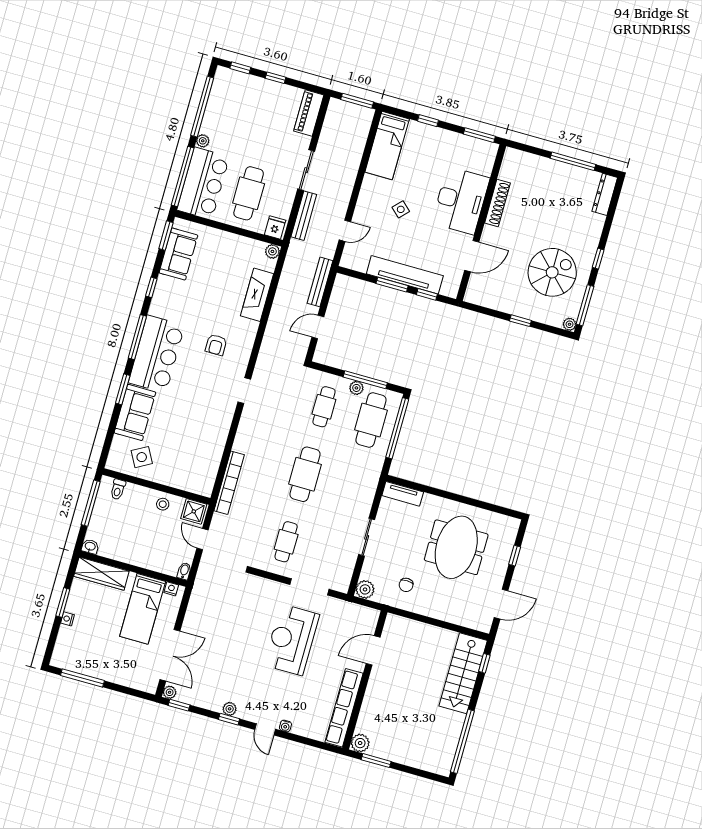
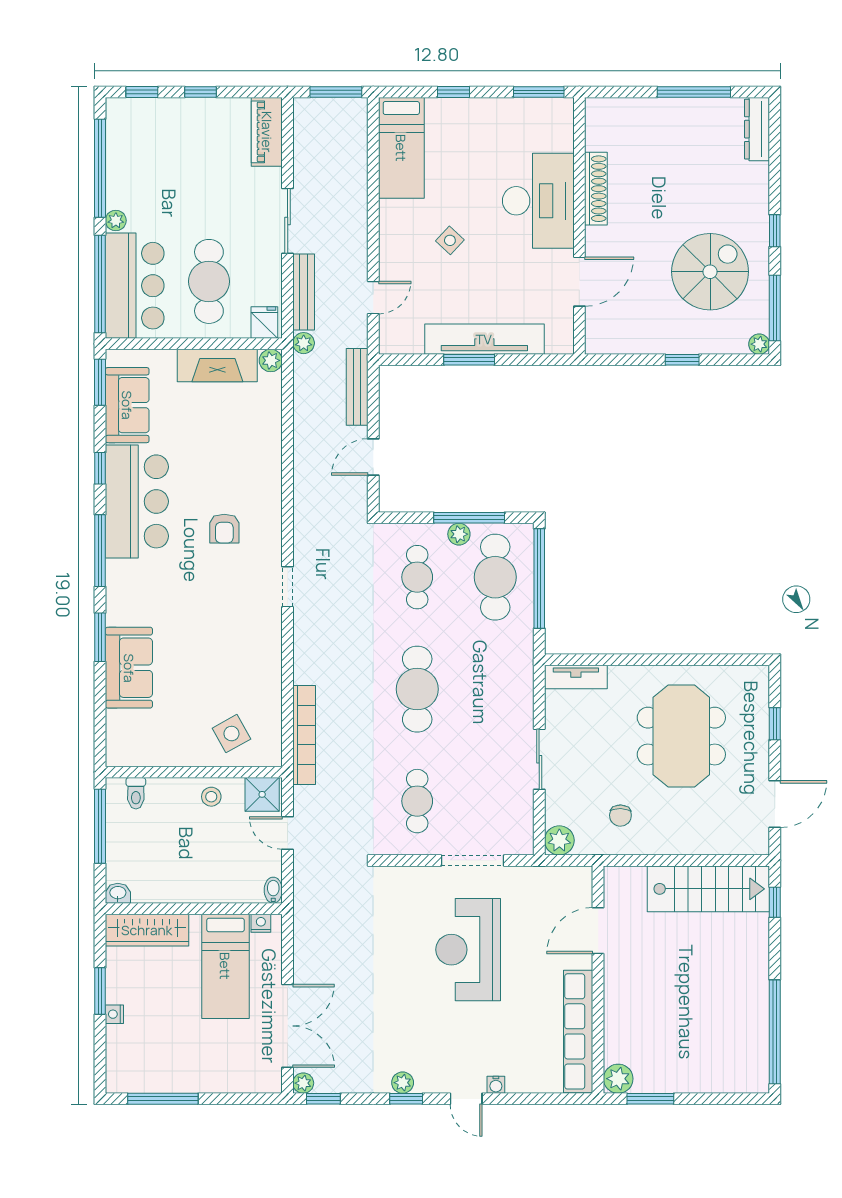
plant: (295, 246) -> (304, 343), added
window: (427, 294) -> (527, 360), removed
fireplace: (257, 295) -> (217, 365), moved, turned -90
bar counter: (157, 354) -> (137, 501), moved
side table: (142, 457) -> (231, 734), moved
stairs: (463, 673) -> (708, 889), moved, turned -90

